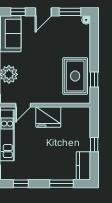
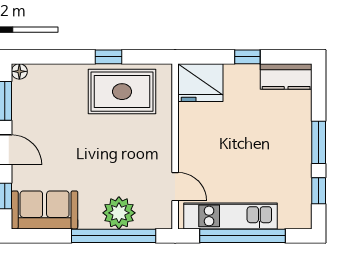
window: (94, 79) -> (108, 57), moved
fridge: (48, 117) -> (200, 83), moved, turned 90
window: (62, 184) -> (319, 142), moved

